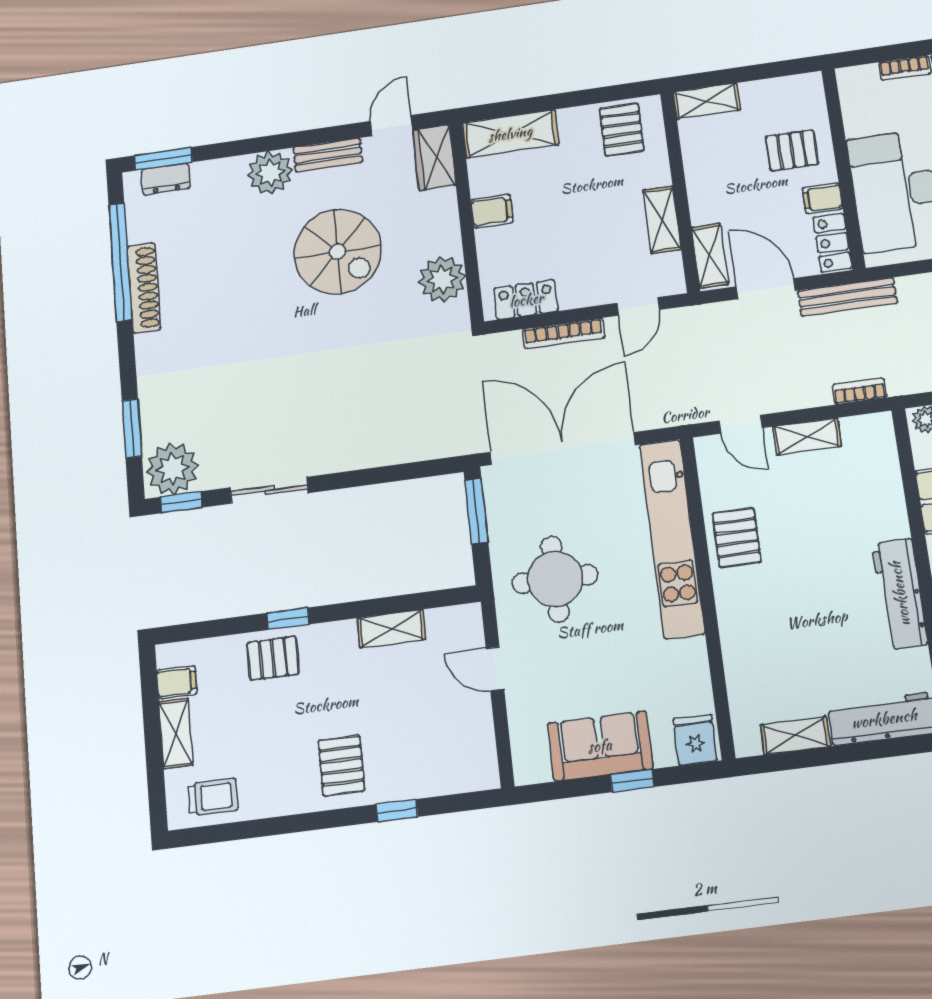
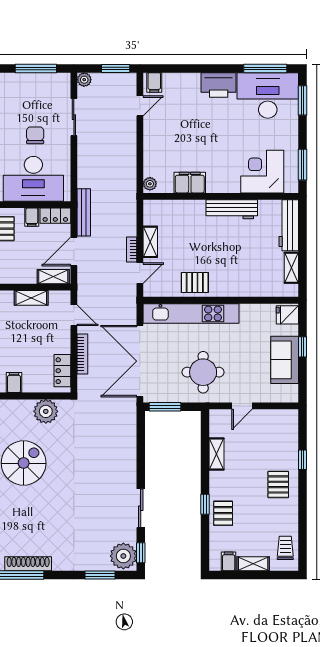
bookcase: (859, 391) -> (132, 250), moved
pallet: (341, 766) -> (278, 484), turned 90

